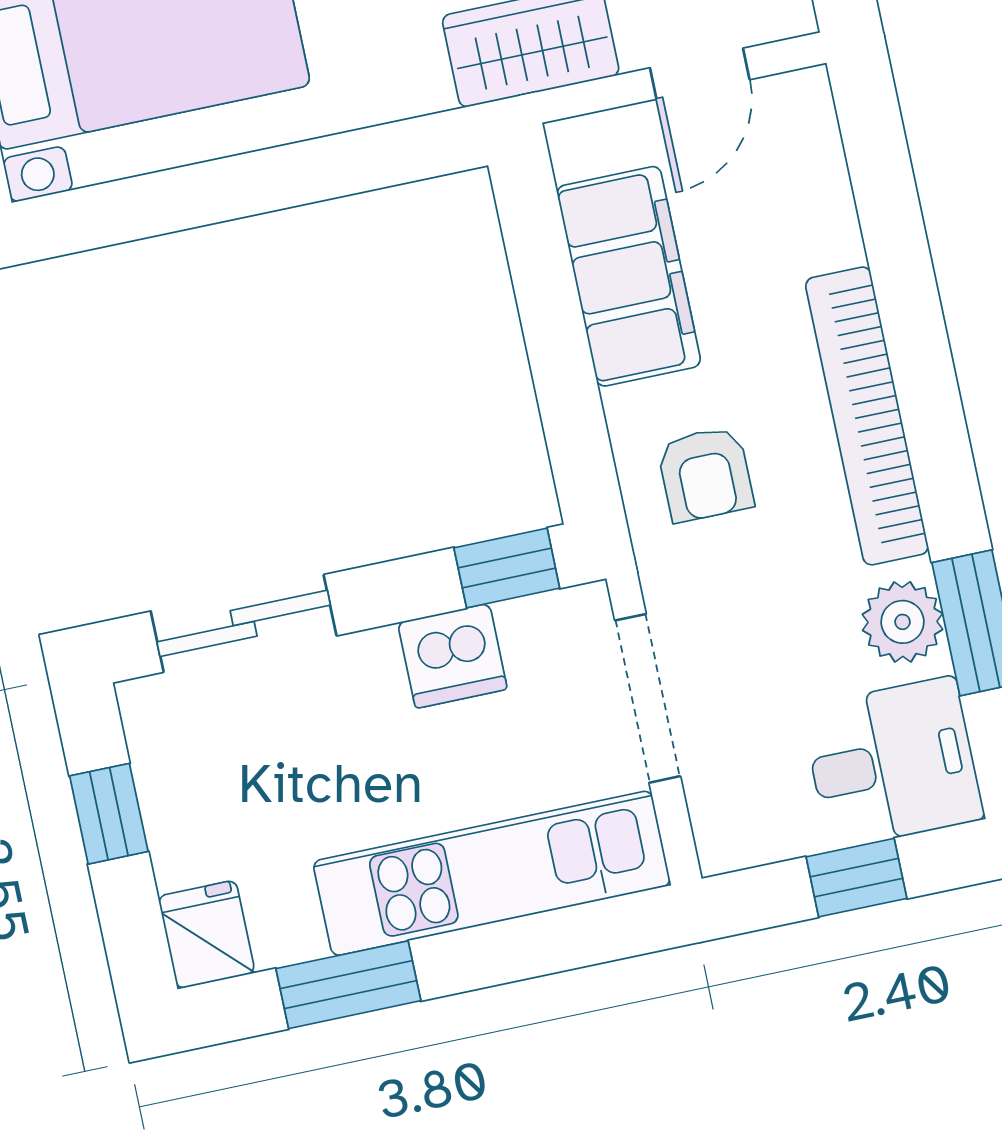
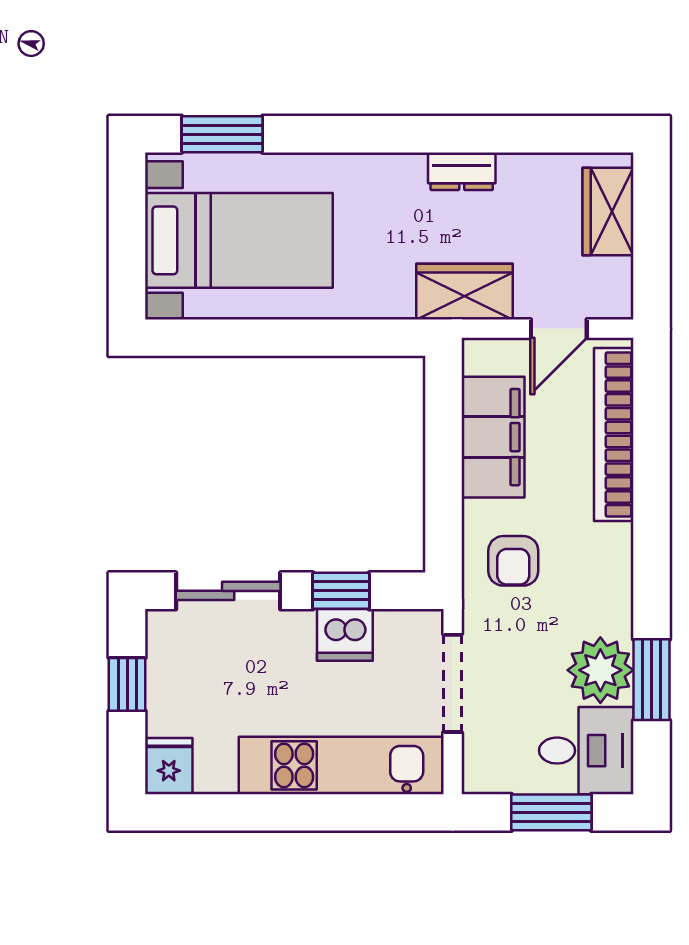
bookcase: (867, 416) -> (614, 435), moved
window: (507, 568) -> (341, 591), moved
plant: (903, 622) -> (600, 670), width x1.36, depth x1.36
window: (856, 878) -> (551, 812), width x1.50
window: (348, 985) -> (245, 812), removed

